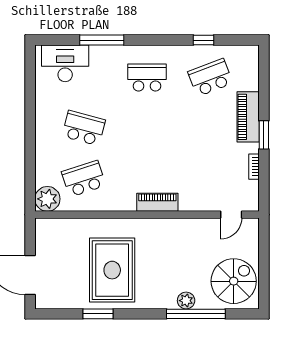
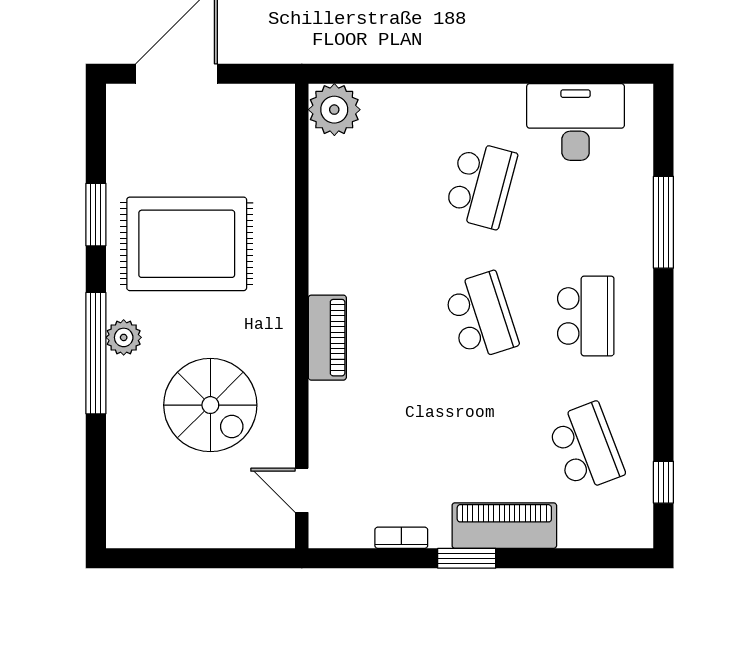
window: (204, 40) -> (663, 482), moved
desk: (65, 63) -> (576, 122), moved, turned -90
school desk: (84, 179) -> (481, 316), moved
spiral stairs: (234, 281) -> (210, 405), moved
plant: (186, 301) -> (124, 337), moved
window: (196, 314) -> (96, 353), moved

